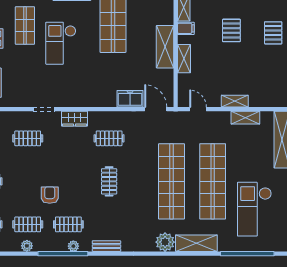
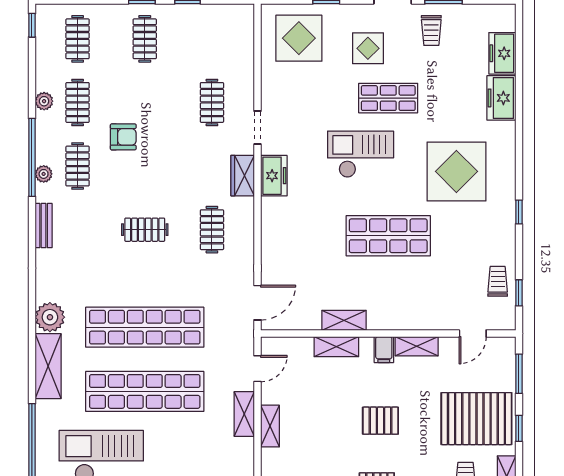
shelving: (165, 47) -> (344, 320), width x0.67, depth x0.75
freezer: (130, 99) -> (274, 176), moved
shelving: (245, 118) -> (244, 414), moved

